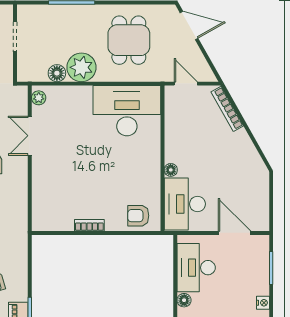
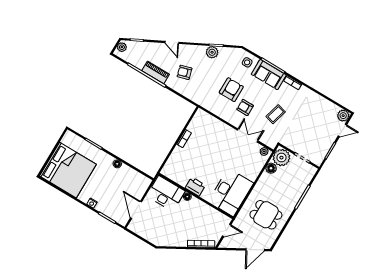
plant: (81, 67) -> (281, 158), moved
printer: (149, 167) -> (195, 187), added
armchair: (138, 216) -> (174, 166), removed
door: (234, 233) -> (136, 210), swing flipped
desk: (196, 268) -> (130, 180), removed

